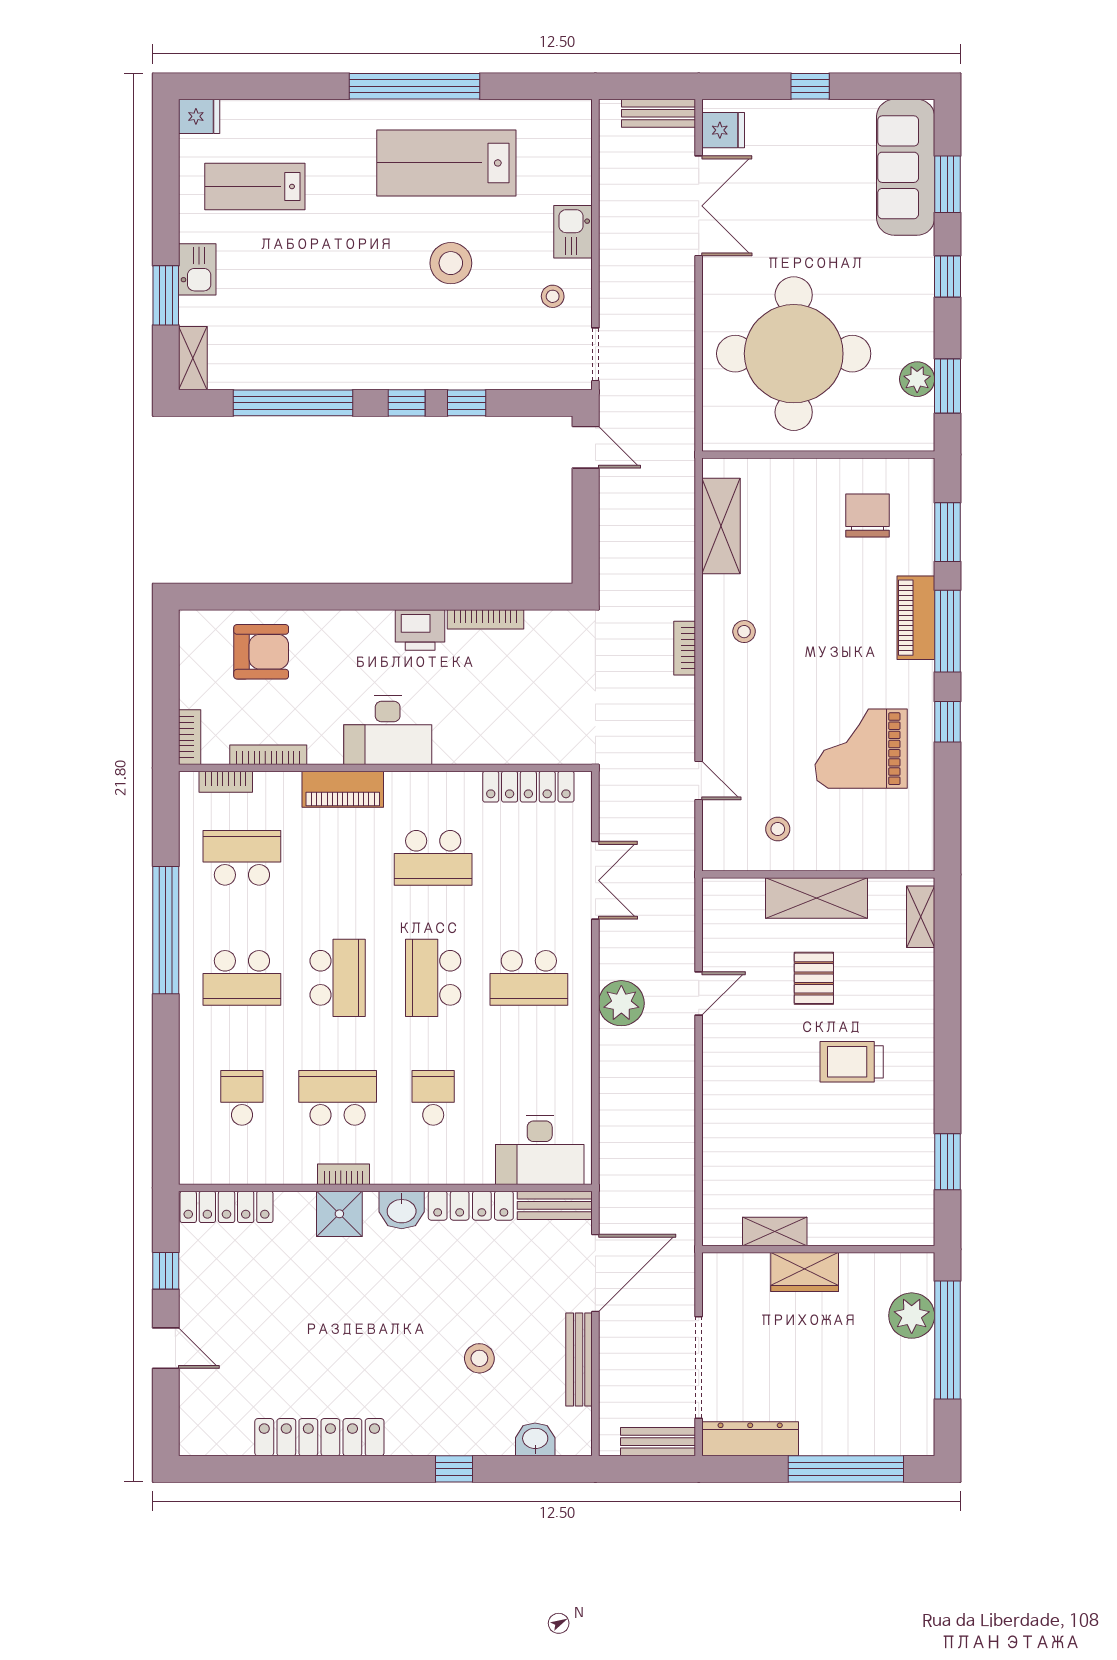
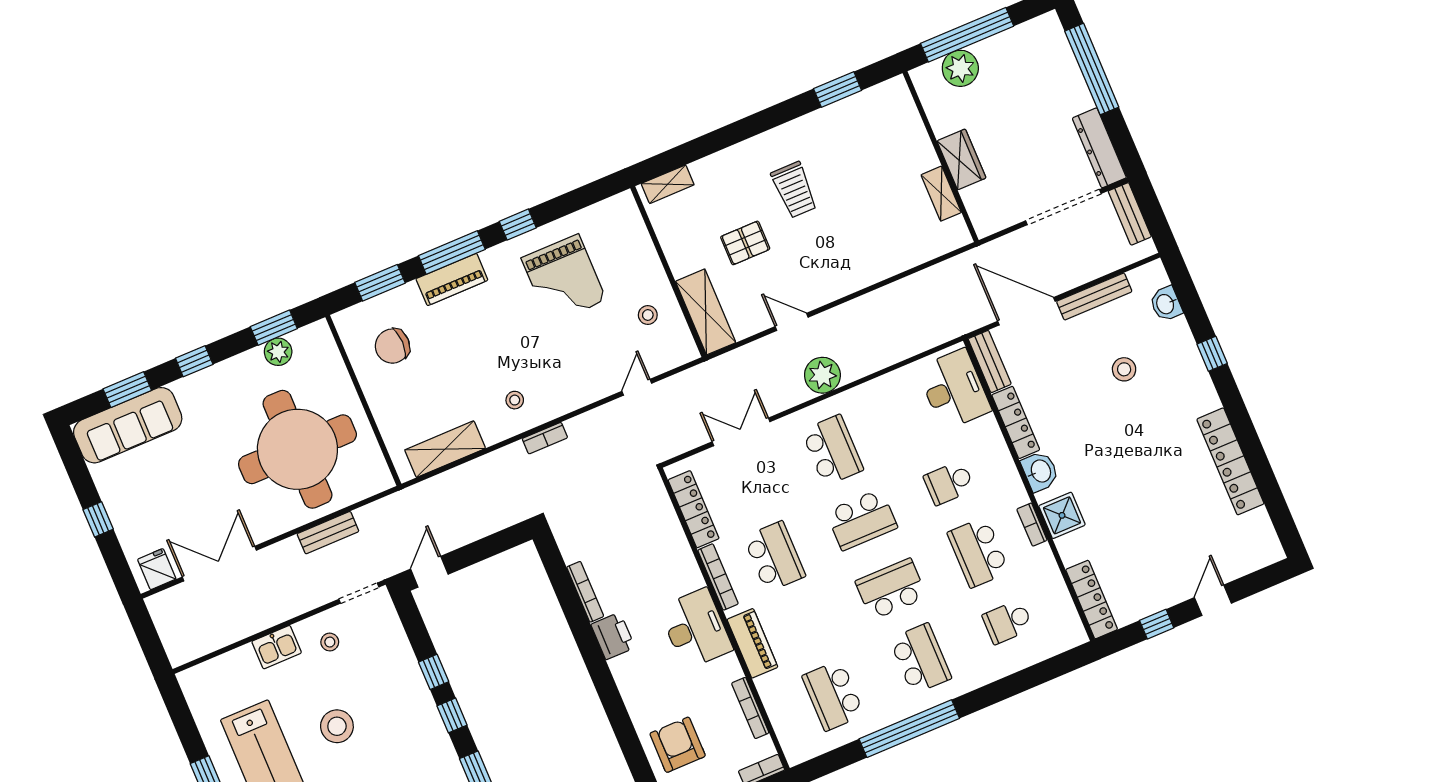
bench: (659, 113) -> (328, 533), moved, turned 90
bookcase: (226, 782) -> (718, 577), moved, width x1.56
shelving: (816, 898) -> (706, 312), moved

